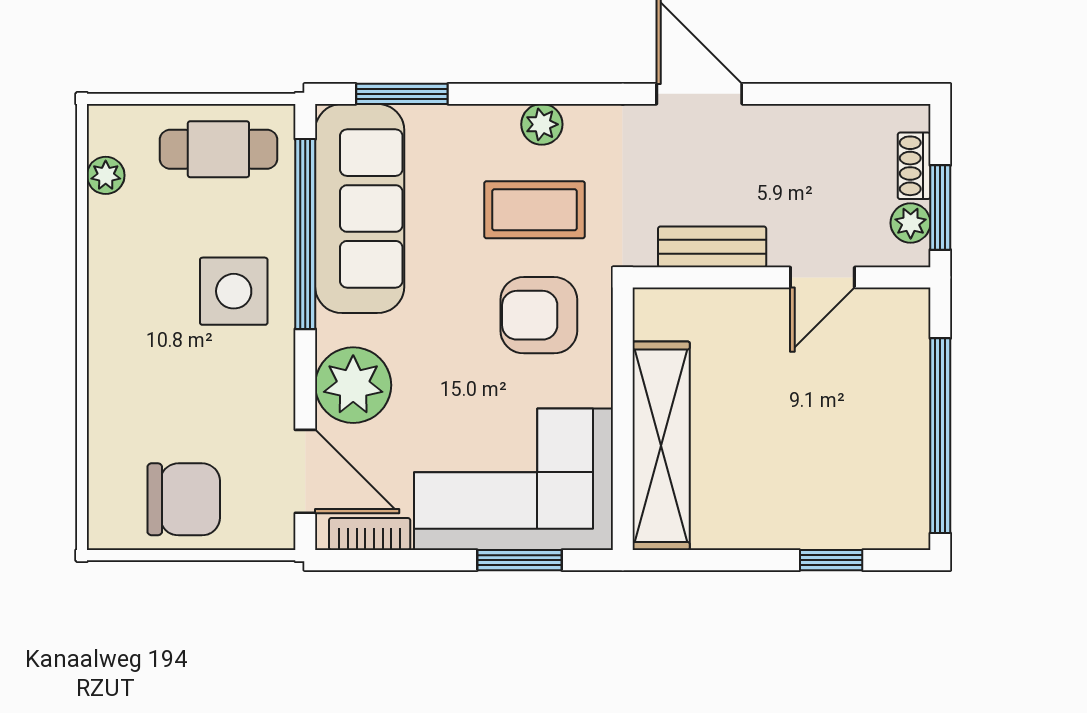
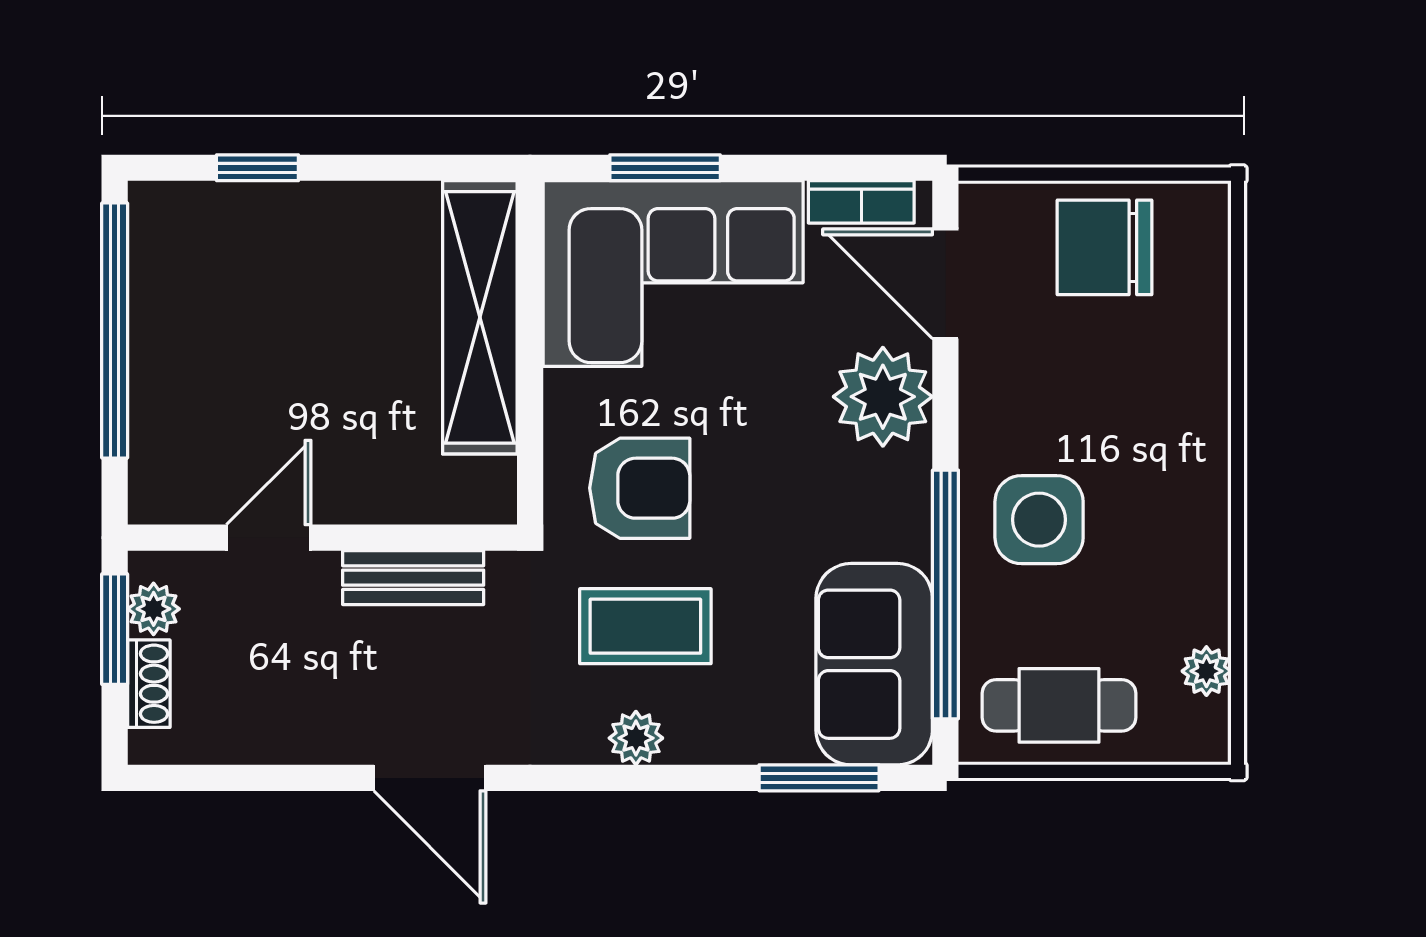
sofa: (360, 208) -> (874, 664), width x0.73

